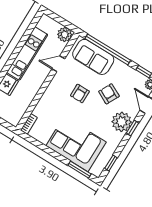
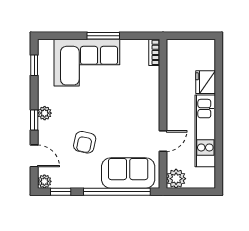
armchair: (80, 93) -> (118, 122), removed
armchair: (109, 94) -> (85, 142), turned 75
plant: (122, 122) -> (45, 113), width x0.53, depth x0.53
window: (79, 170) -> (103, 36), moved

